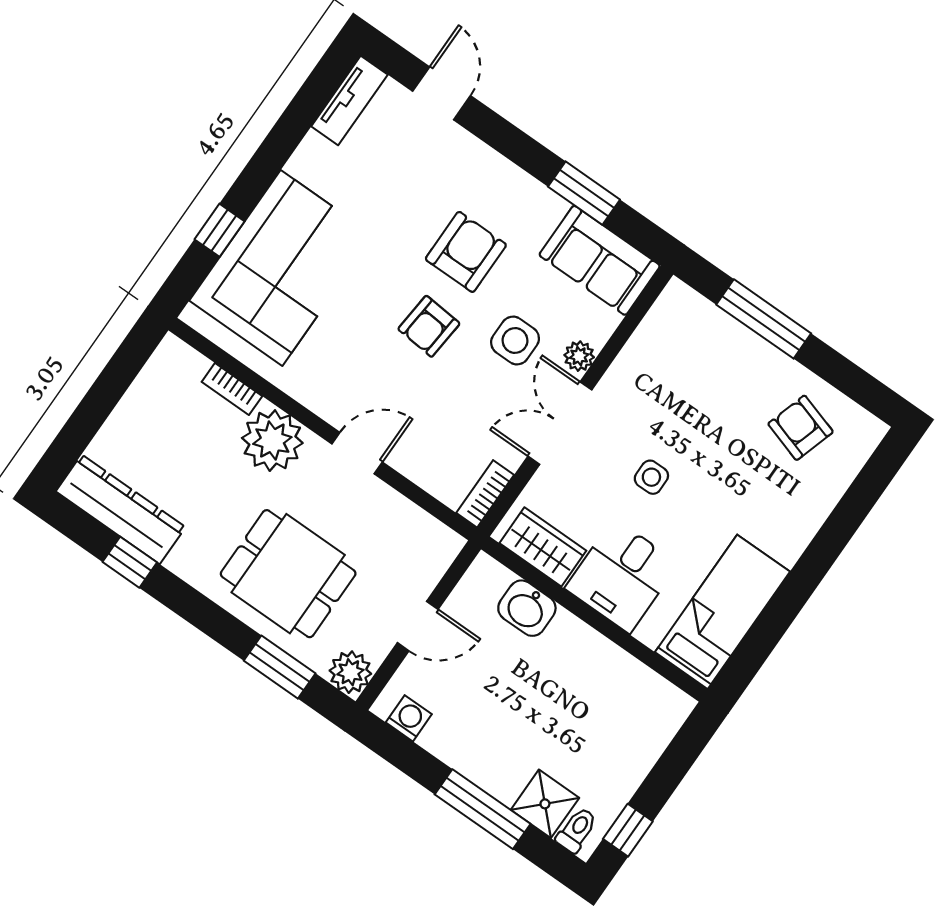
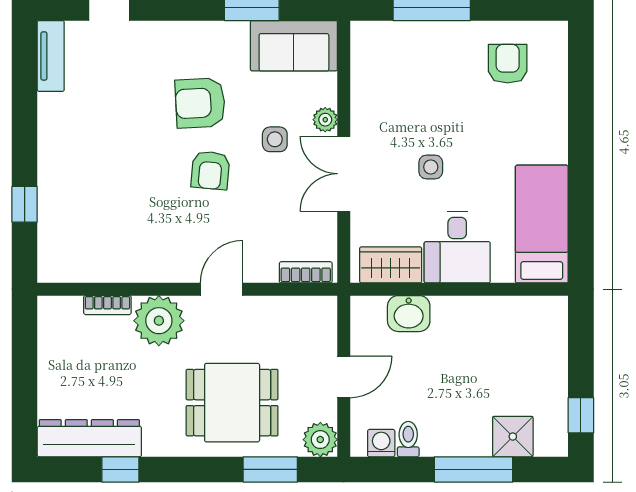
armchair: (466, 252) -> (200, 103), turned -93
corner sofa: (281, 268) -> (84, 200), removed
side table: (515, 340) -> (275, 139), width x0.73, depth x0.73
armchair: (801, 428) -> (508, 64), turned 73
bookcase: (485, 494) -> (306, 272), moved, turned 90
toilet: (577, 830) -> (408, 439), moved

